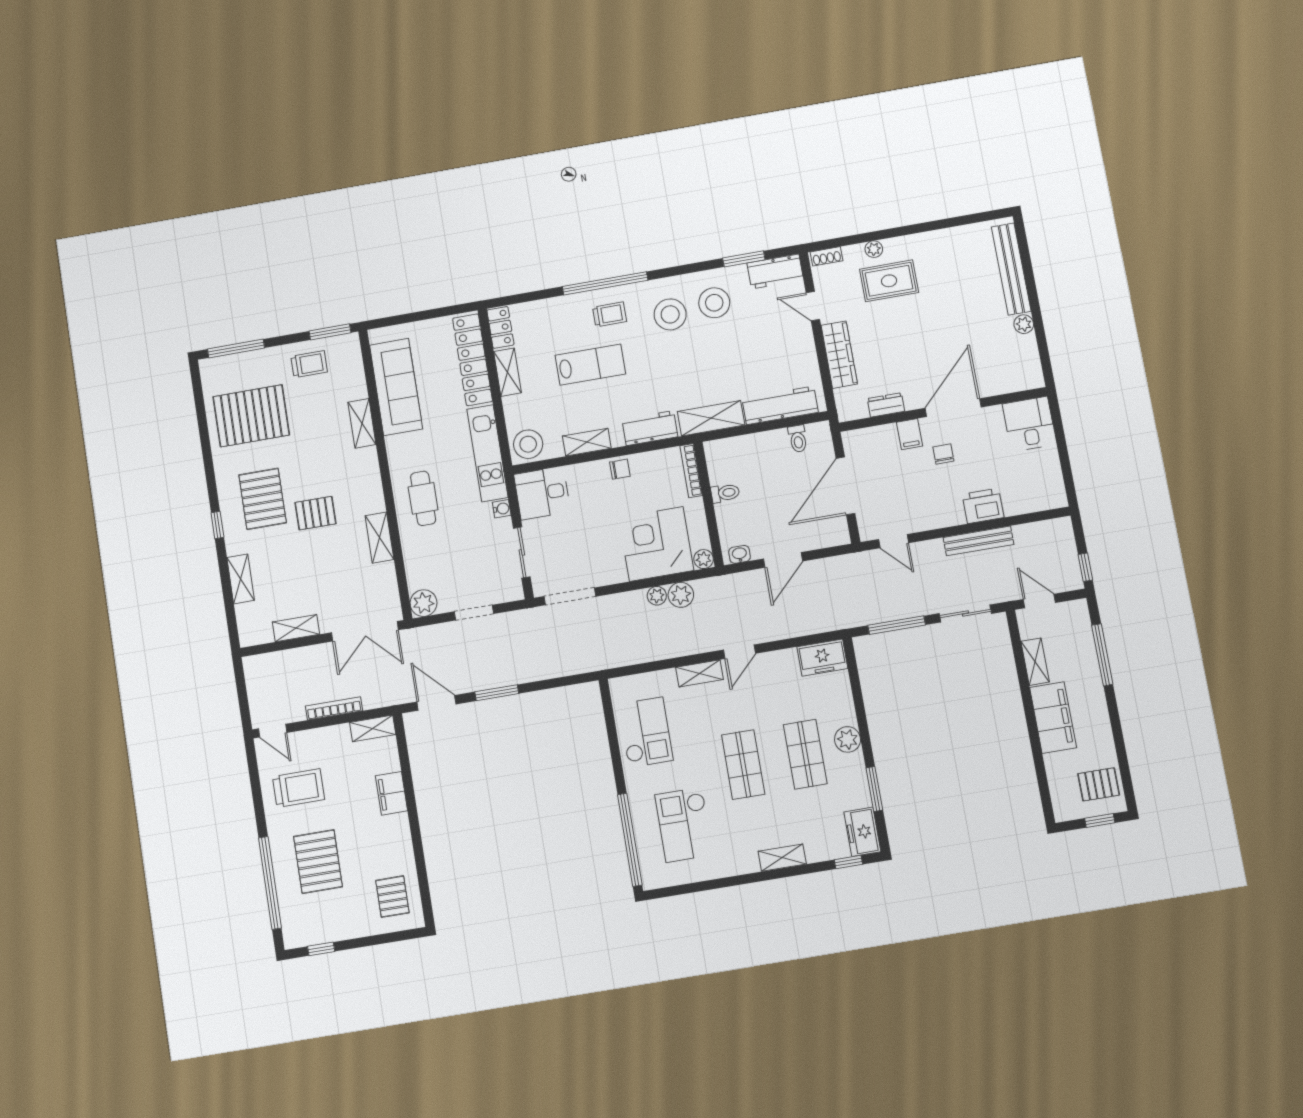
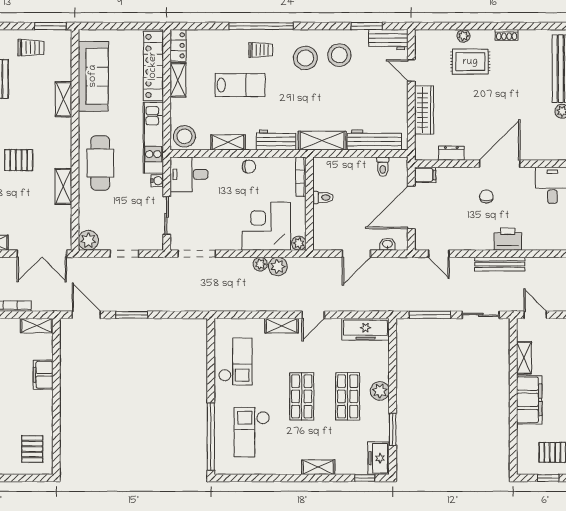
shoe rack: (827, 256) -> (507, 35), moved
filing cabinet: (910, 434) -> (425, 175), moved, turned -90
cafe table: (423, 498) -> (100, 163), width x1.37, depth x1.35
washbasin: (740, 554) -> (387, 244), moved
freezer: (822, 658) -> (366, 329), width x1.40

